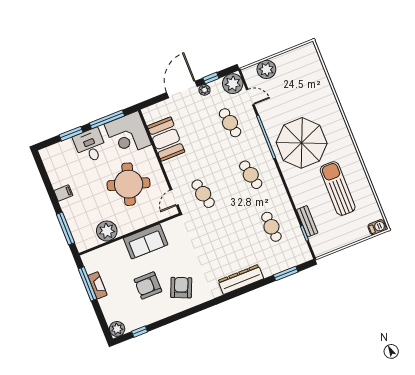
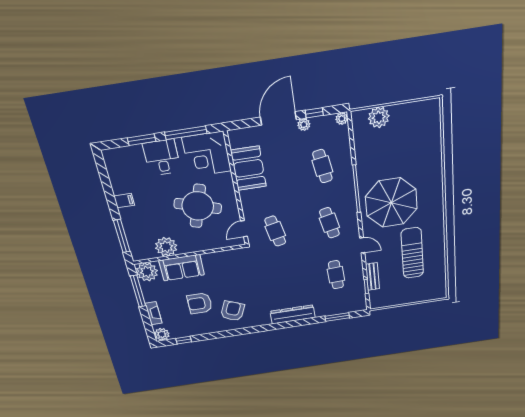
plant: (233, 84) -> (342, 119), width x0.53, depth x0.53
door: (250, 97) -> (362, 245), moved
barbecue: (377, 227) -> (437, 294), removed
sofa: (146, 241) -> (182, 268), moved
plant: (93, 261) -> (147, 272), added
fireplace: (97, 285) -> (154, 313), moved

